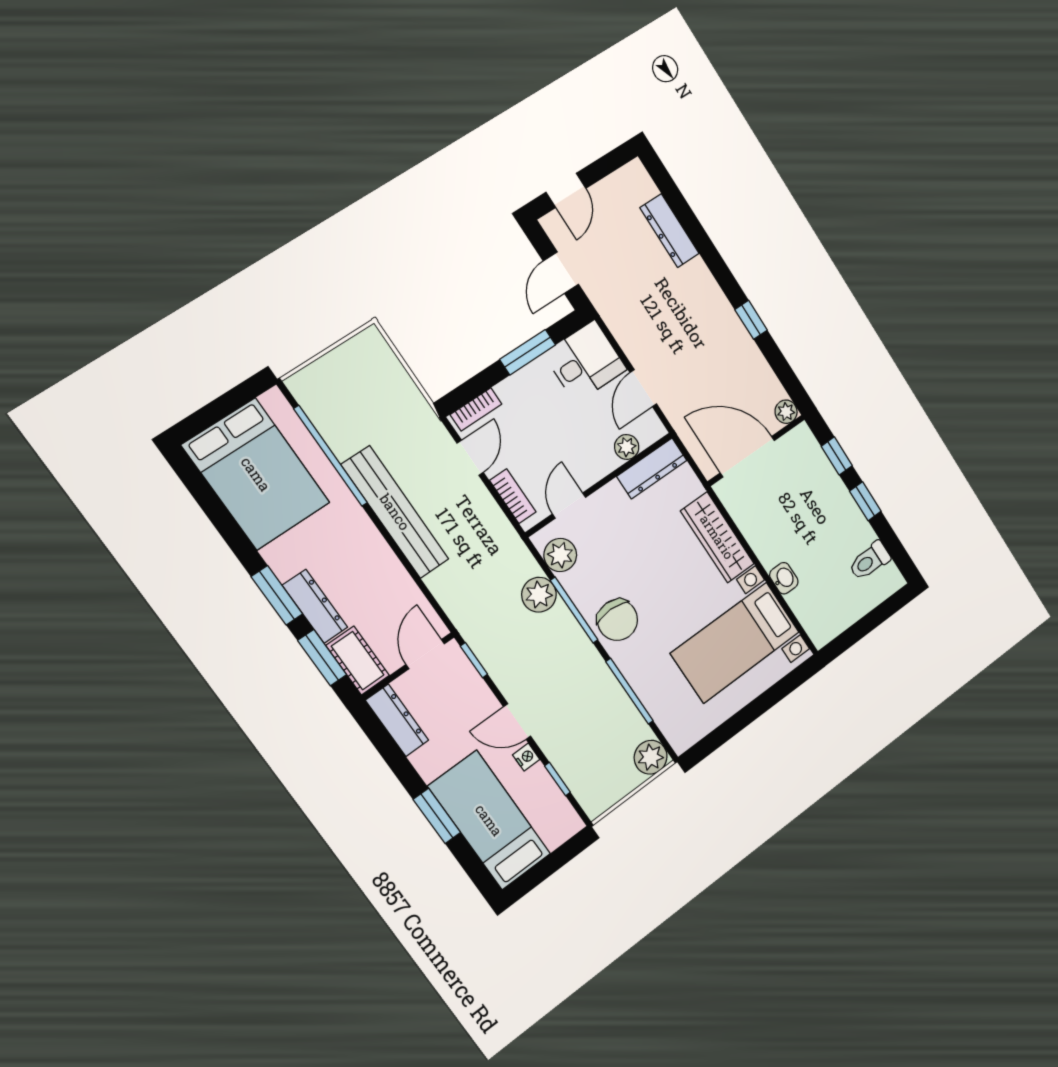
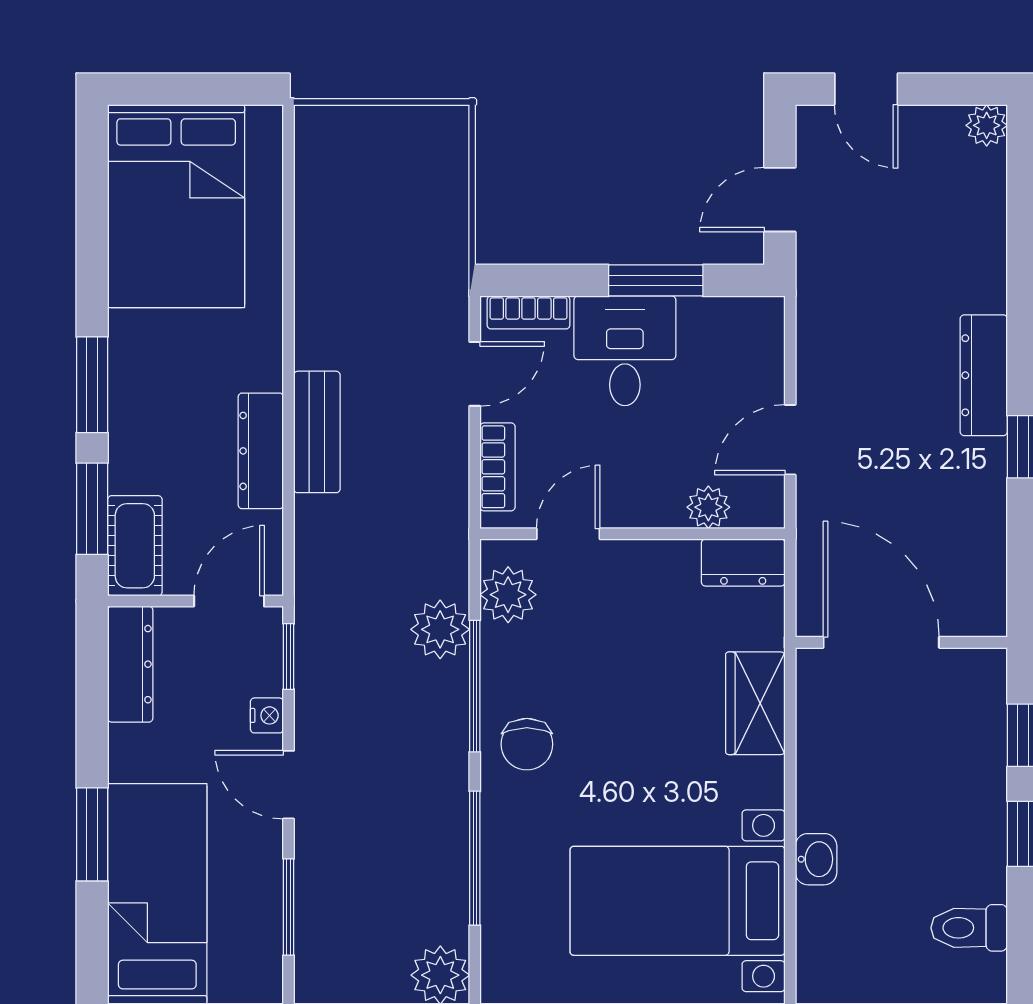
door: (566, 190) -> (866, 89), hinge flipped
dresser: (670, 231) -> (984, 375), moved
desk: (585, 362) -> (625, 351), moved, turned -90
plant: (786, 412) -> (987, 125), moved
window: (331, 456) -> (289, 246), removed
dresser: (652, 468) -> (743, 563), width x0.70
bench: (395, 512) -> (317, 432), width x0.54, depth x0.82
wardrobe: (717, 537) -> (755, 703), width x0.67
dresser: (315, 606) -> (261, 451), moved, turned 180
chair: (618, 620) -> (527, 744), width x0.73, depth x0.73
nightstand: (526, 757) -> (267, 715), moved
window: (557, 779) -> (289, 907), width x1.50

